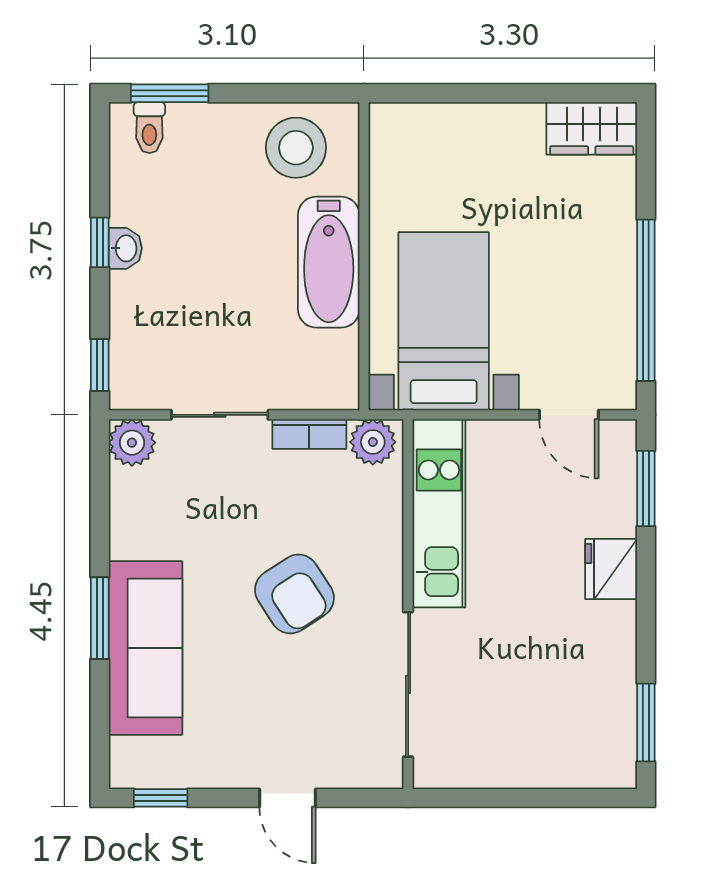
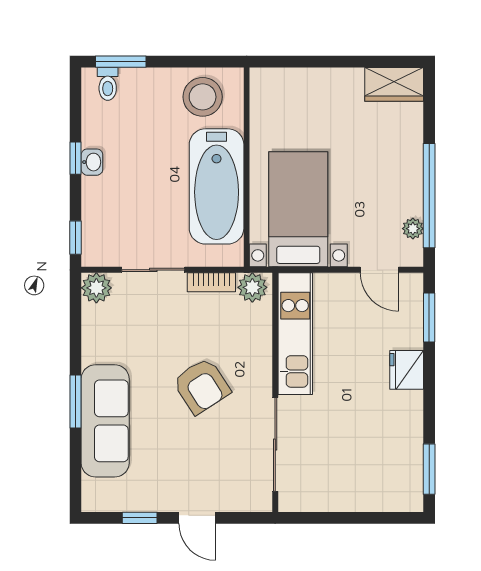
bathtub: (329, 262) -> (217, 186), width x1.36, depth x1.36
plant: (621, 351) -> (413, 229), added
window: (161, 798) -> (140, 518), moved

